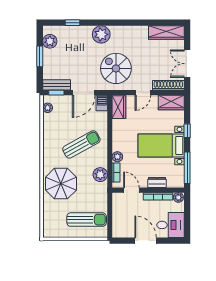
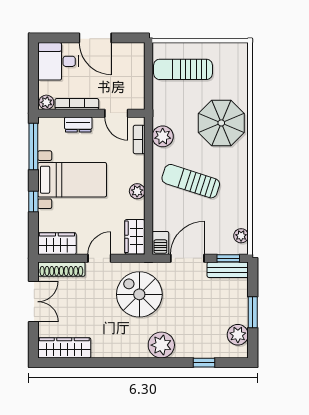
spiral stairs: (116, 68) -> (139, 294), turned 180
sun lounger: (81, 144) -> (191, 181), turned 47
plant: (117, 157) -> (137, 191), moved

